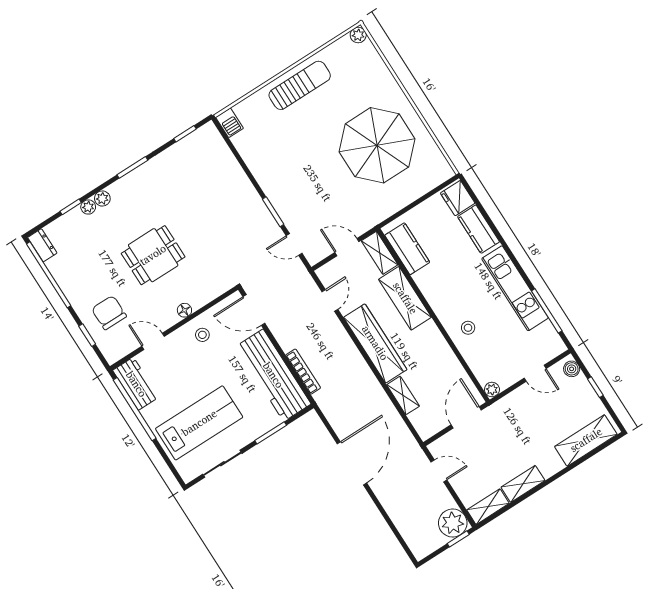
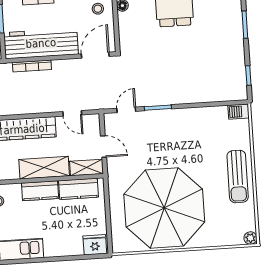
parasol: (377, 145) -> (164, 208), width x1.36, depth x1.36
kitchen counter: (479, 229) -> (40, 191), moved, turned 180
door: (347, 247) -> (104, 146), hinge flipped

